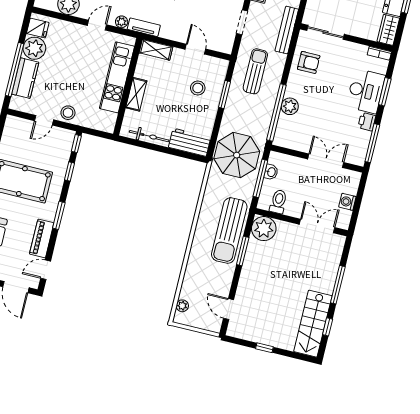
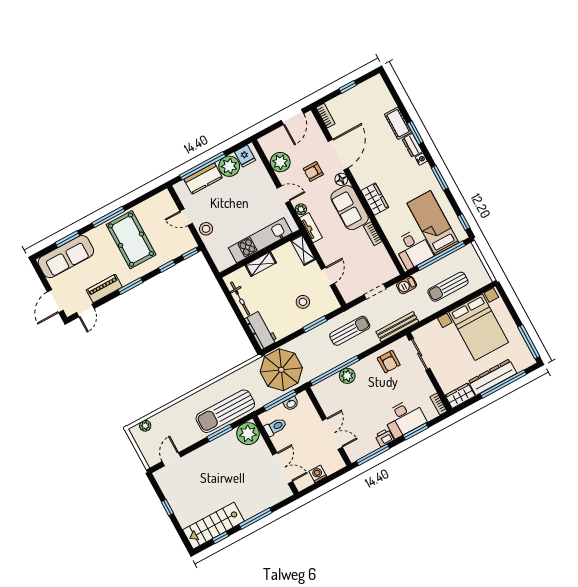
door: (46, 270) -> (85, 310), swing flipped

